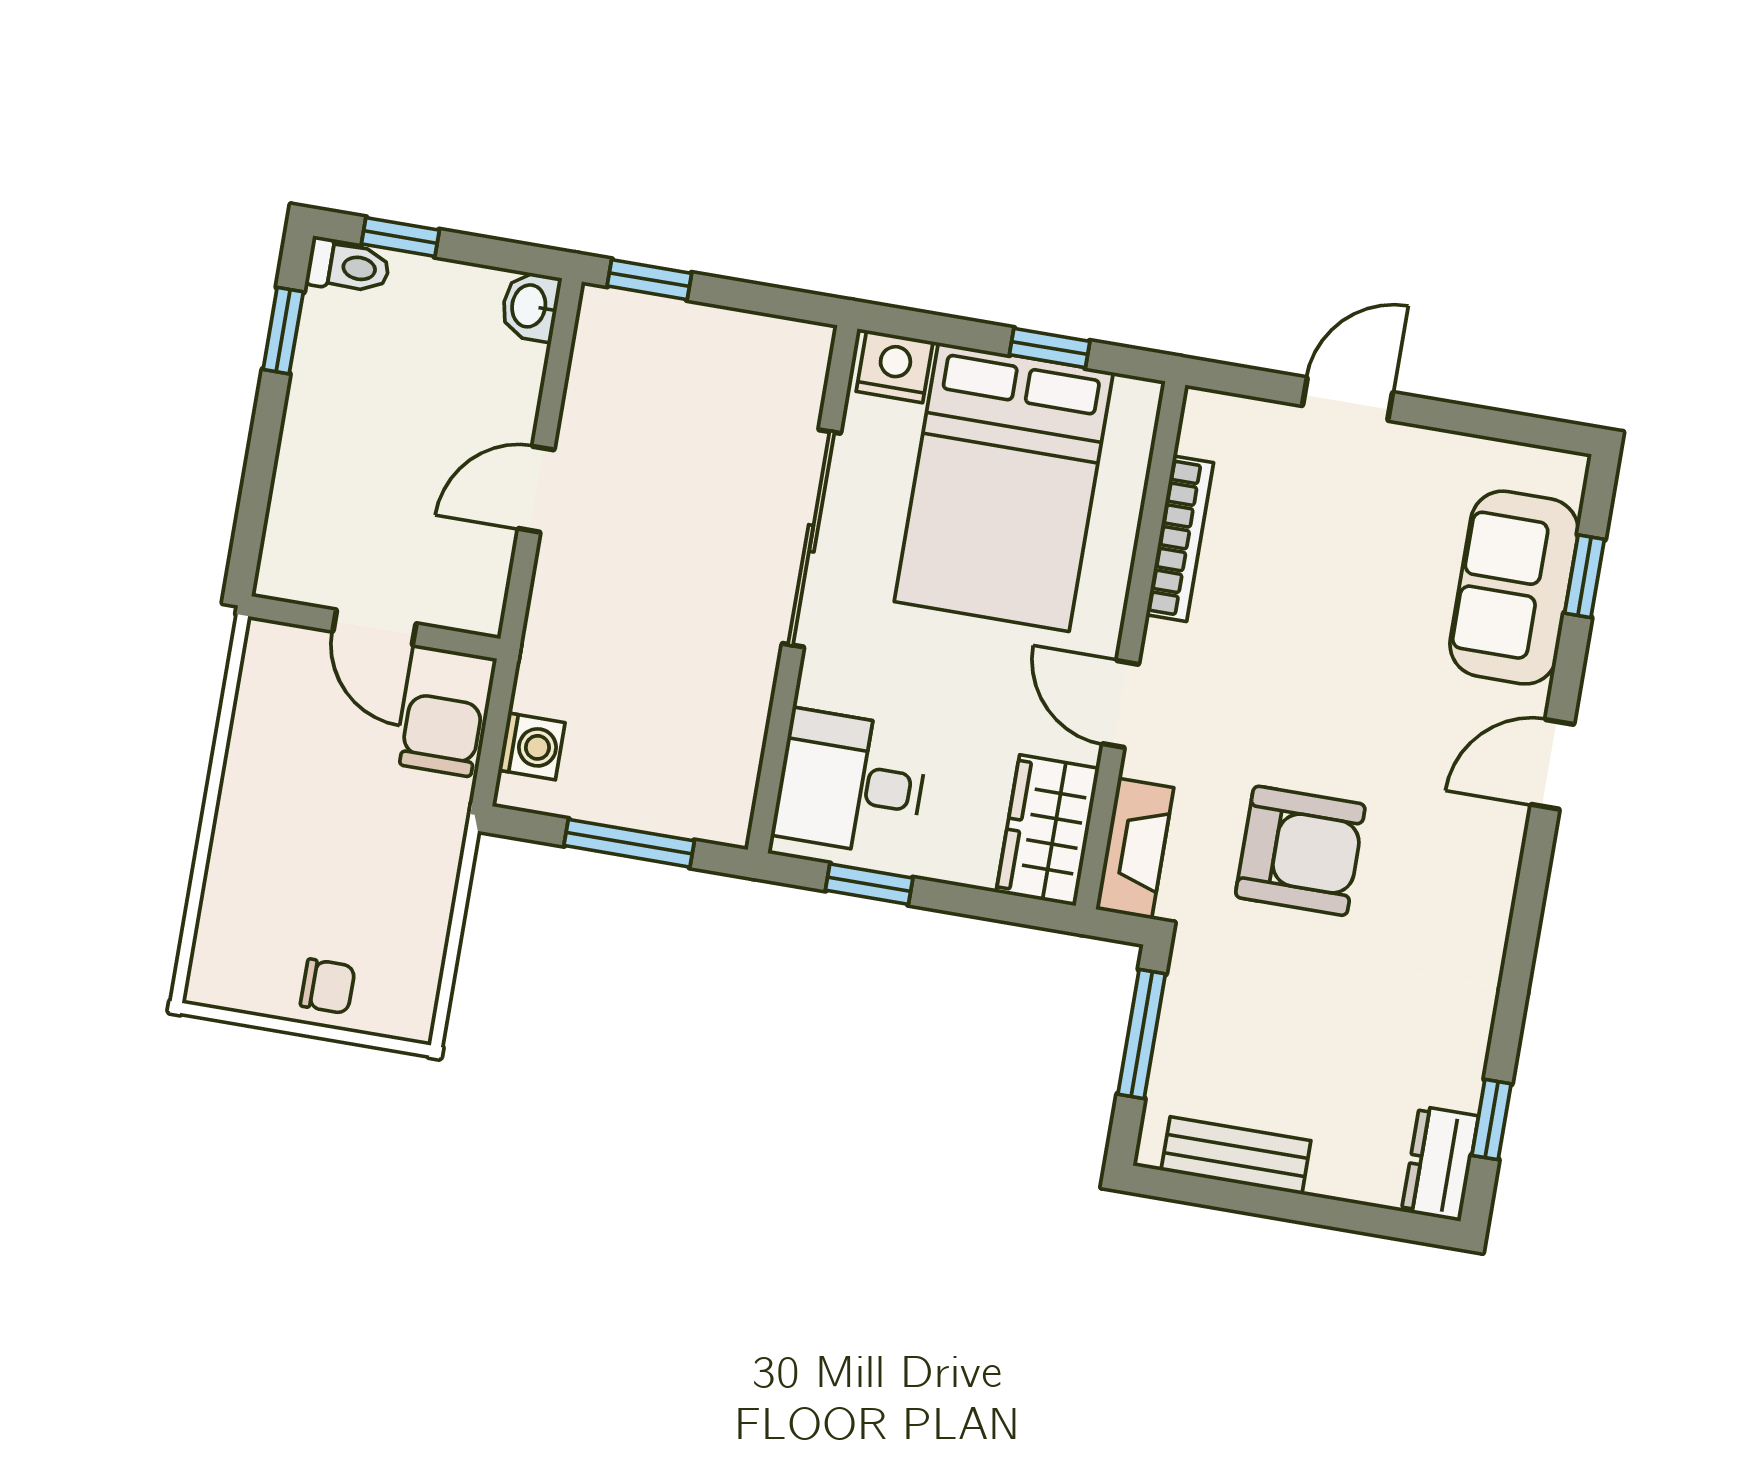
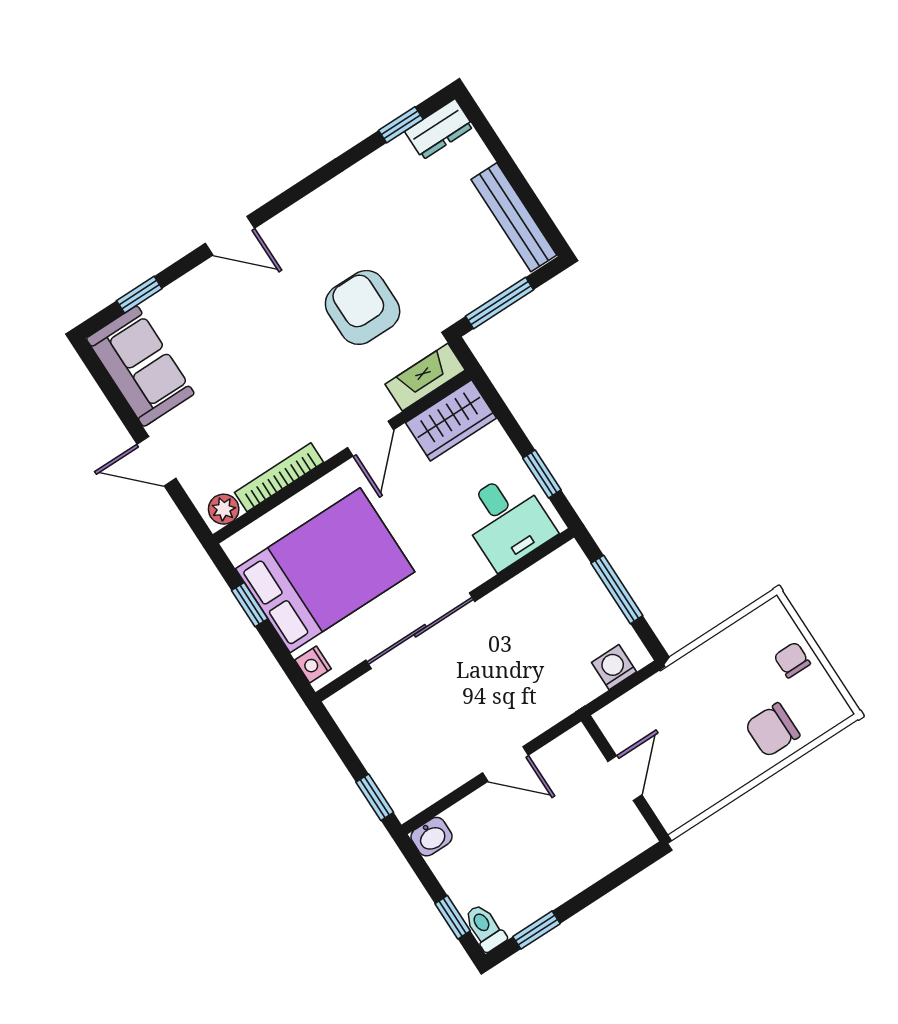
nightstand: (895, 367) -> (313, 664), width x0.72, depth x0.74
plant: (1205, 429) -> (224, 509), added
sofa: (1514, 588) -> (140, 366), moved, turned -90
chair: (441, 735) -> (772, 730), moved
bench: (1236, 1155) -> (514, 217), width x1.36

